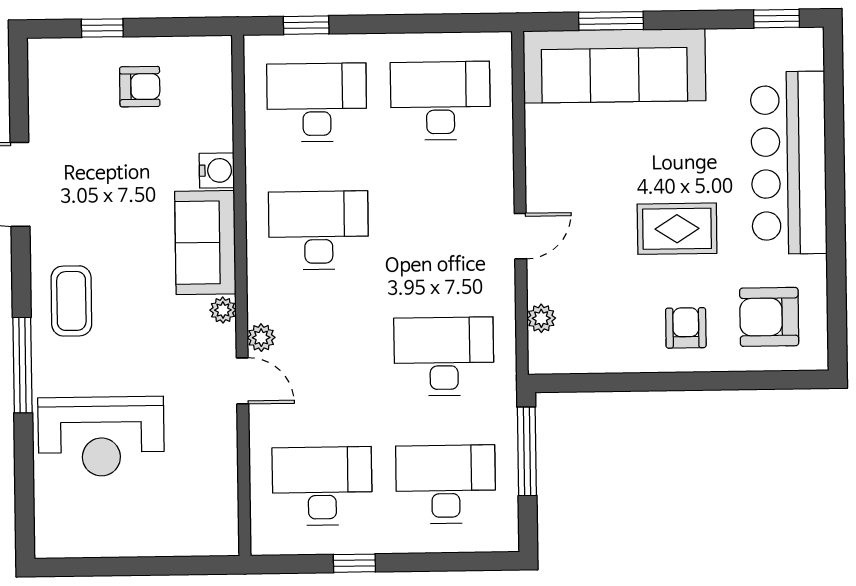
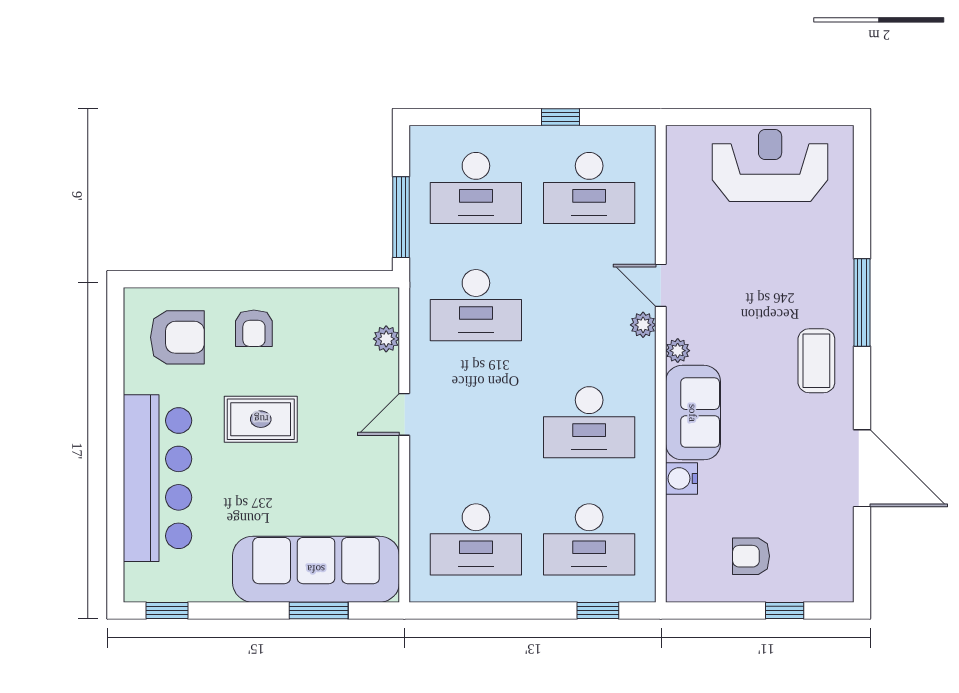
reception desk: (101, 436) -> (770, 165), moved

